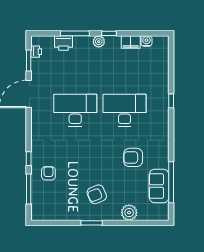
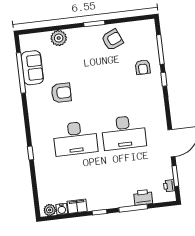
plant: (99, 42) -> (50, 210), moved
armchair: (97, 194) -> (112, 40), moved

